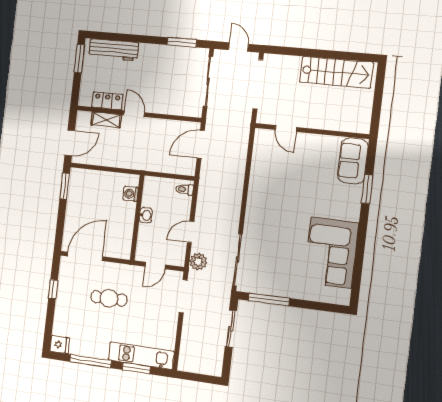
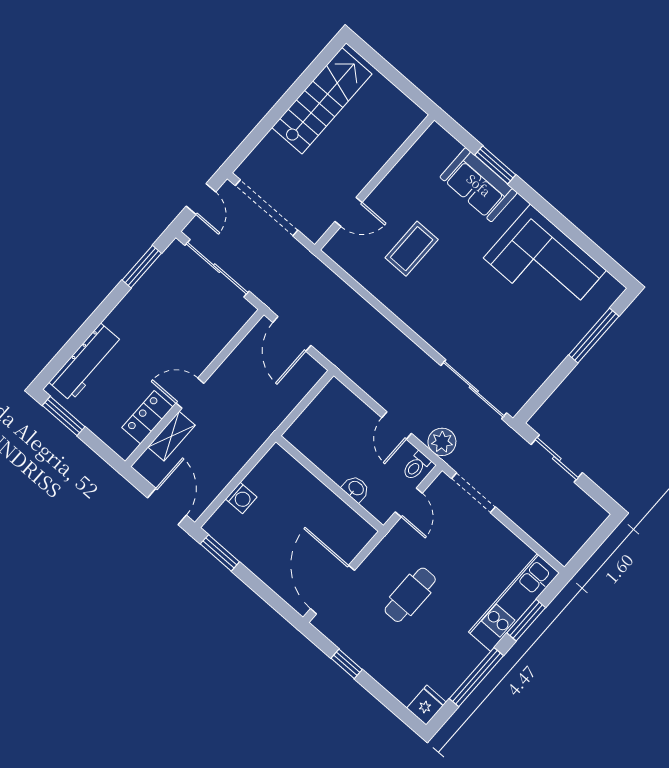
door: (239, 47) -> (201, 199), swing flipped
sofa: (353, 161) -> (479, 185), moved
coffee table: (290, 175) -> (412, 249), added
toilet: (184, 189) -> (416, 466), moved
washing machine: (131, 194) -> (241, 498), moved, turned -90
washbasin: (146, 215) -> (356, 489), moved
window: (269, 299) -> (594, 336), moved

